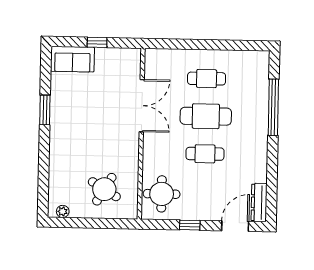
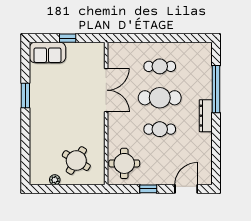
dresser: (259, 202) -> (206, 116), moved
plant: (63, 211) -> (55, 180), moved

